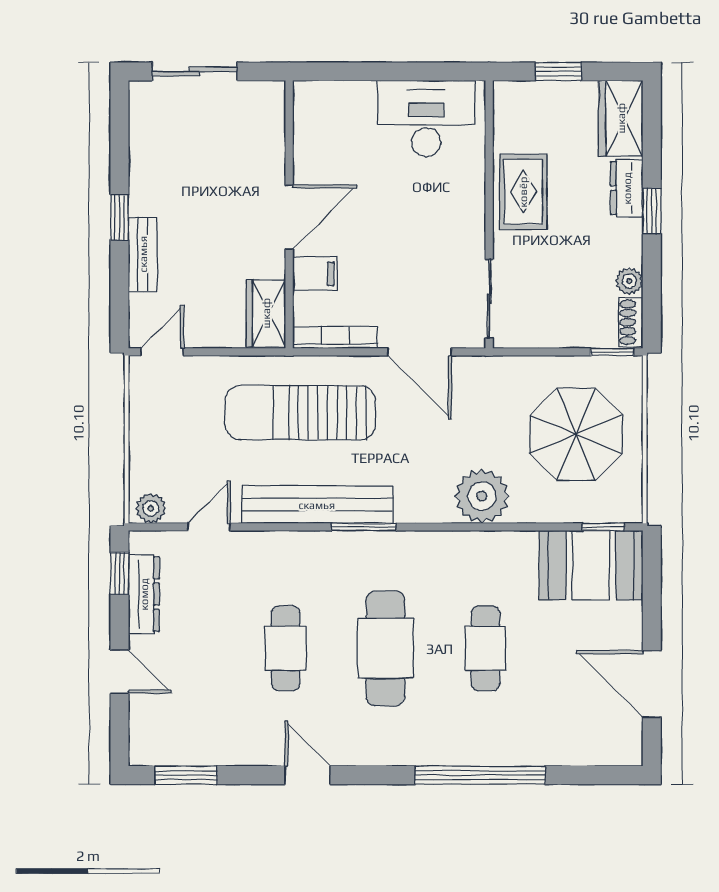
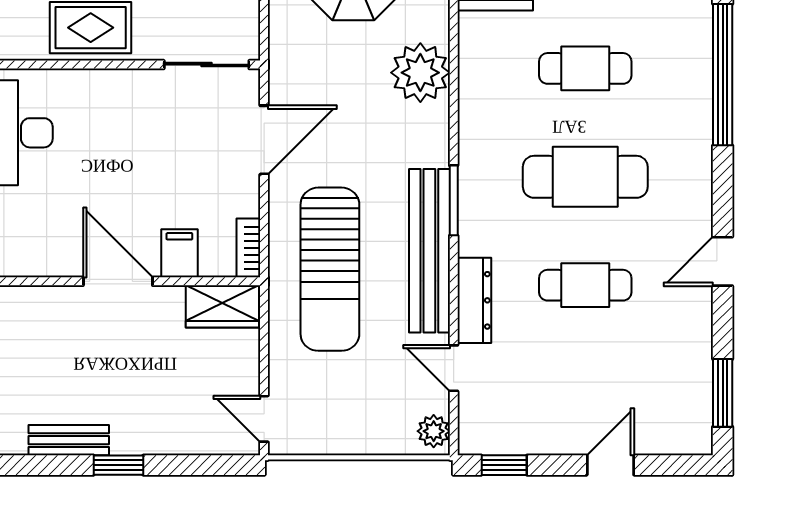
bench: (143, 254) -> (69, 440), moved
bookcase: (335, 337) -> (248, 248), width x0.64
dresser: (144, 594) -> (474, 300), moved, turned 90

